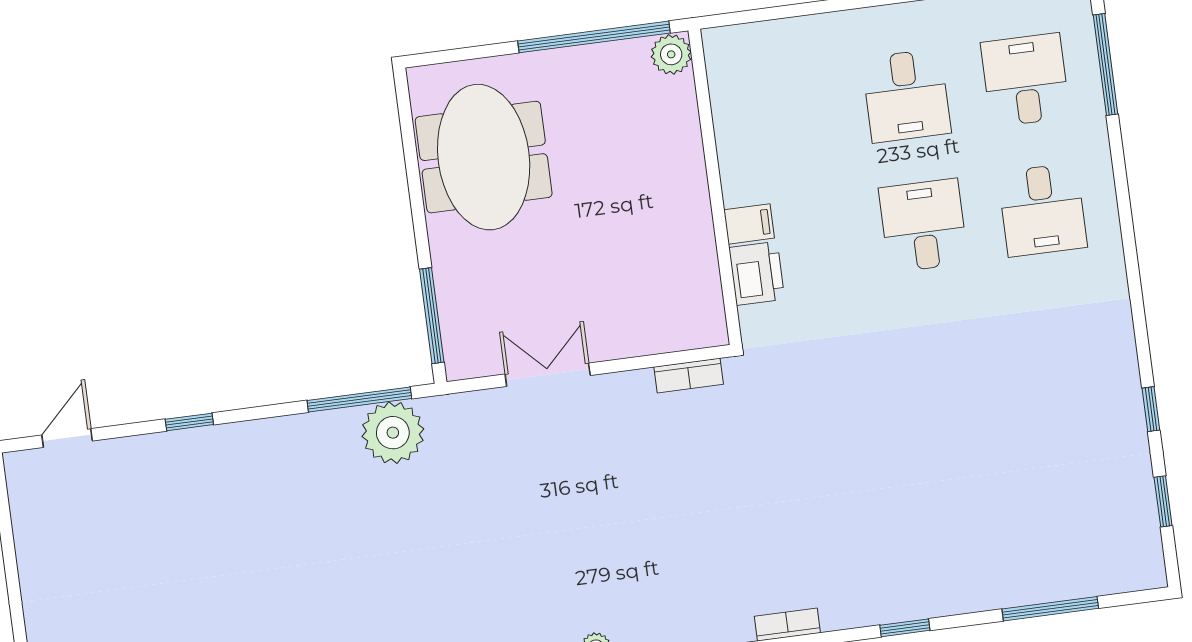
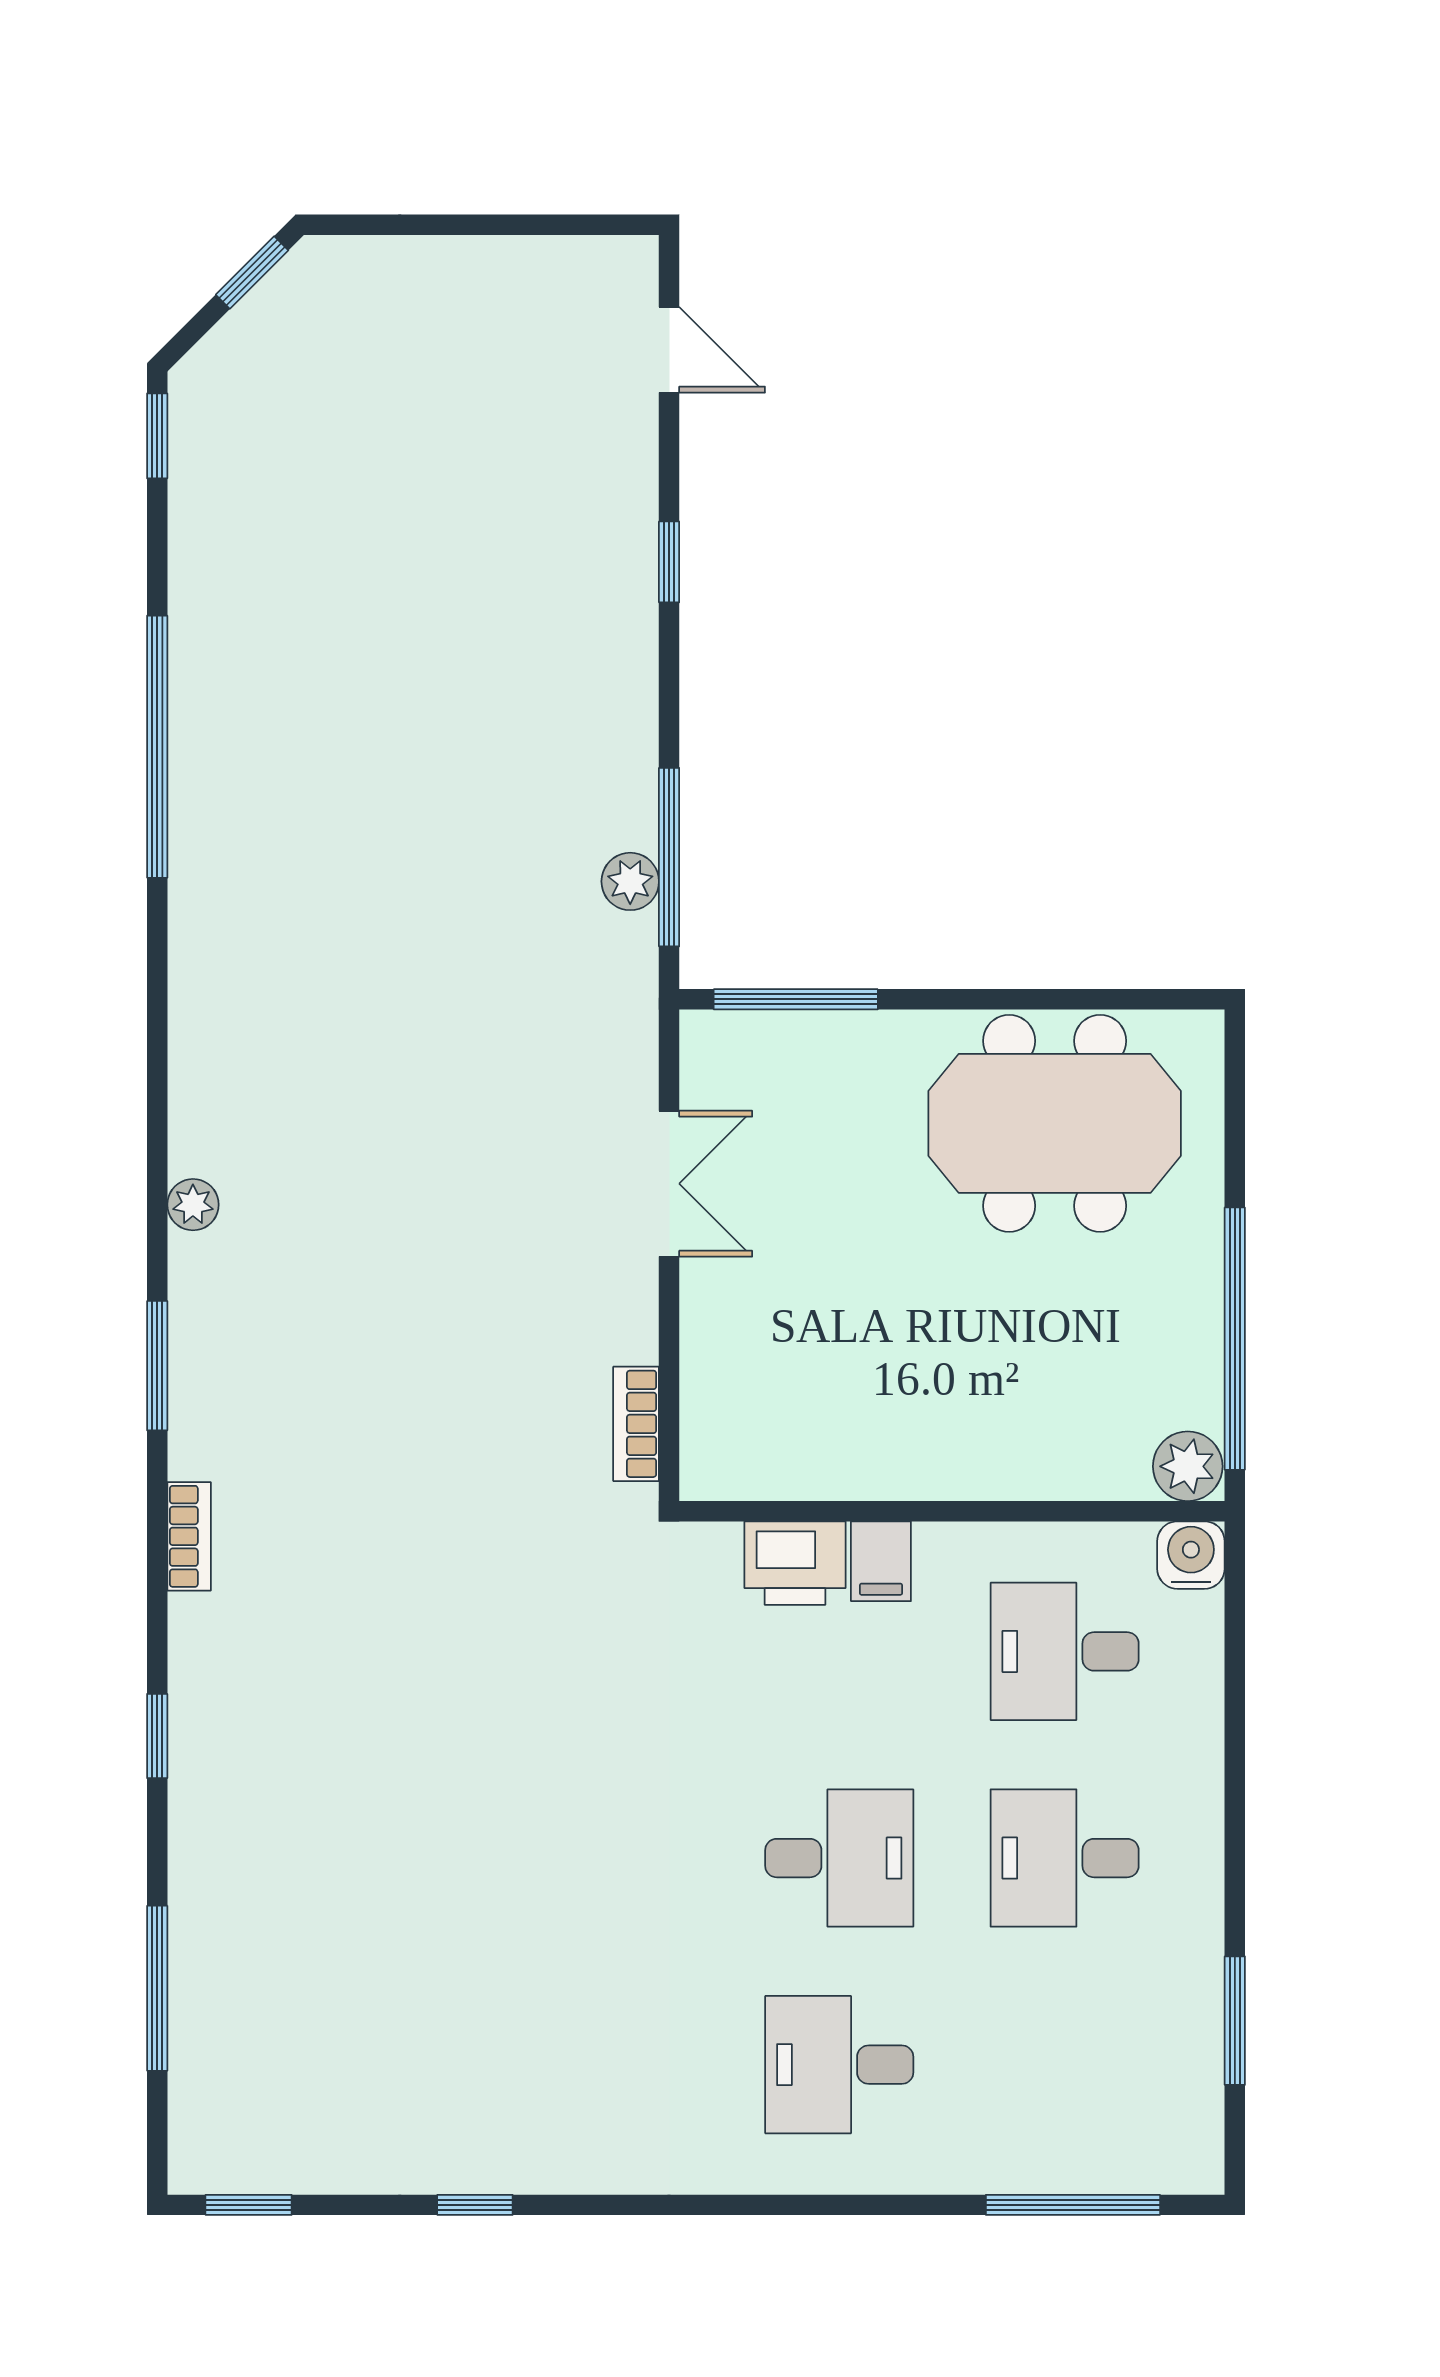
water cooler: (722, 46) -> (1191, 1555), added
desk: (1025, 80) -> (1065, 1651), moved, turned 180
plant: (393, 433) -> (630, 881), width x0.53, depth x0.53
window: (1163, 501) -> (249, 2205), moved

